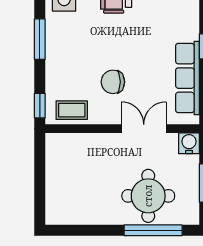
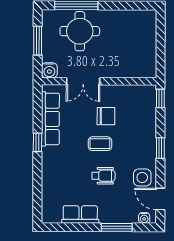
window: (40, 39) -> (160, 148), width x0.67
coffee table: (72, 110) -> (100, 144), moved

